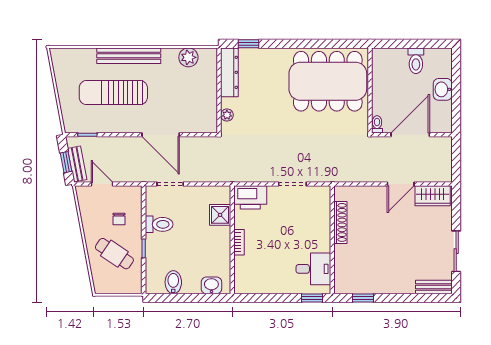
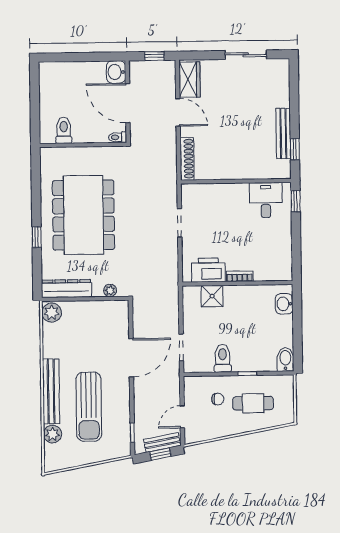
window: (249, 44) -> (37, 237), moved
plant: (87, 57) -> (52, 434), added
plant: (188, 57) -> (52, 313), moved
toilet: (416, 61) -> (64, 130), moved, turned -90
dining table: (328, 81) -> (83, 215), moved
washbasin: (443, 89) -> (116, 72), moved, turned 90
window: (456, 162) -> (154, 56), added
printer: (250, 197) -> (208, 270), moved, turned -90
shoe rack: (340, 222) -> (187, 159), moved, turned 90
cafe table: (114, 254) -> (253, 403), turned 56
bidet: (173, 282) -> (285, 359), moved, turned 90
bench: (434, 287) -> (283, 133), moved, width x1.36

